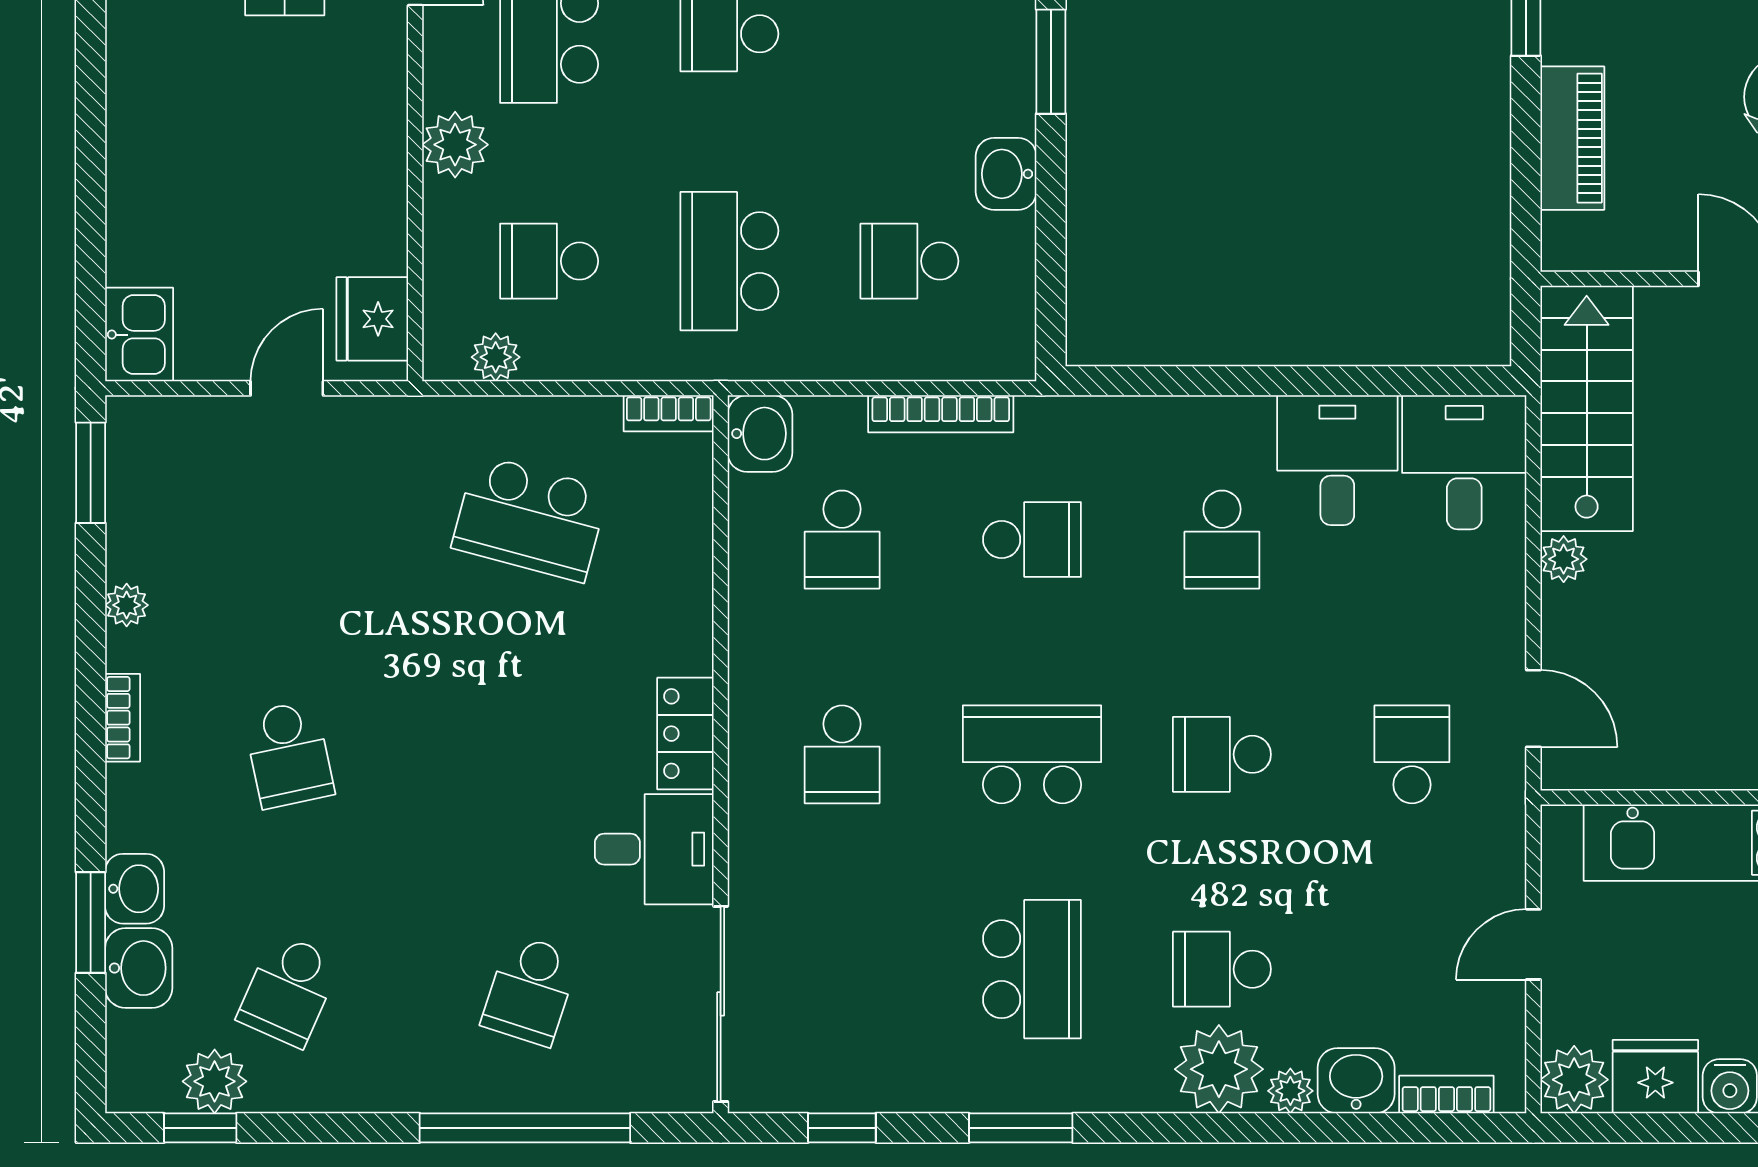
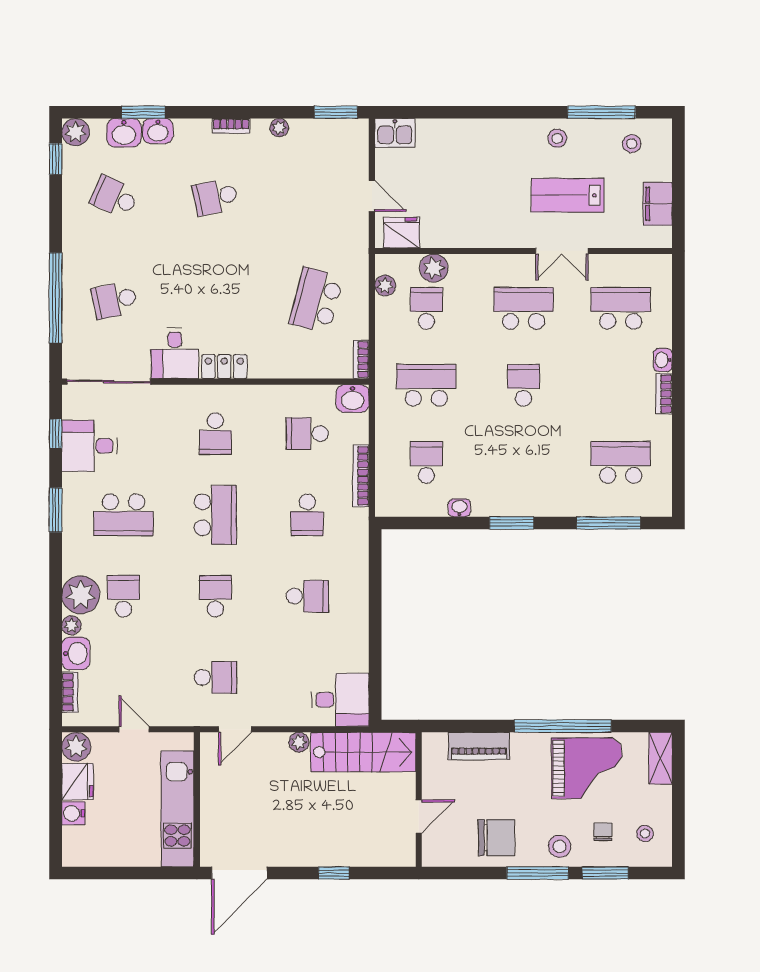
plant: (455, 145) -> (434, 268), moved
washbasin: (1006, 174) -> (459, 508), width x0.72, depth x0.69
desk: (1337, 460) -> (90, 446), moved, turned 180
school desk: (1222, 540) -> (307, 596), turned 180
school desk: (842, 754) -> (215, 434), turned -90
school desk: (530, 990) -> (114, 300), turned -30
plant: (215, 1081) -> (75, 132), moved

